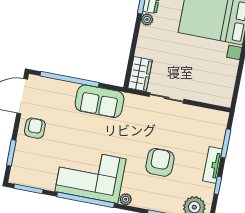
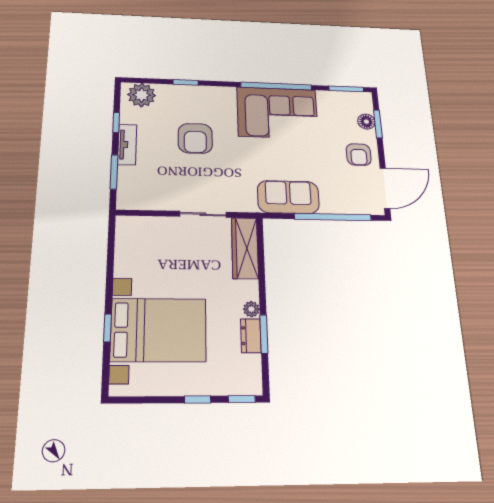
wardrobe: (140, 74) -> (245, 248), width x1.50
floor lamp: (20, 156) -> (366, 122), added
plant: (126, 199) -> (228, 93), removed

